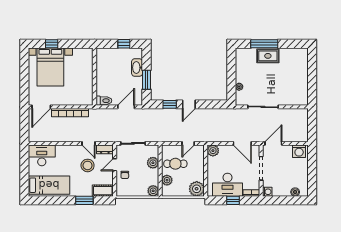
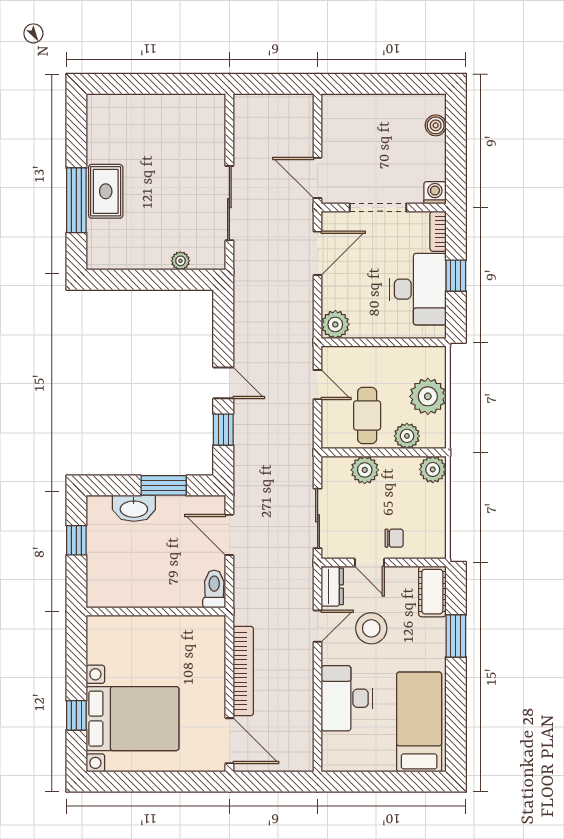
washing machine: (299, 151) -> (337, 116), removed
desk: (42, 155) -> (347, 698), moved
plant: (197, 189) -> (428, 396), moved

